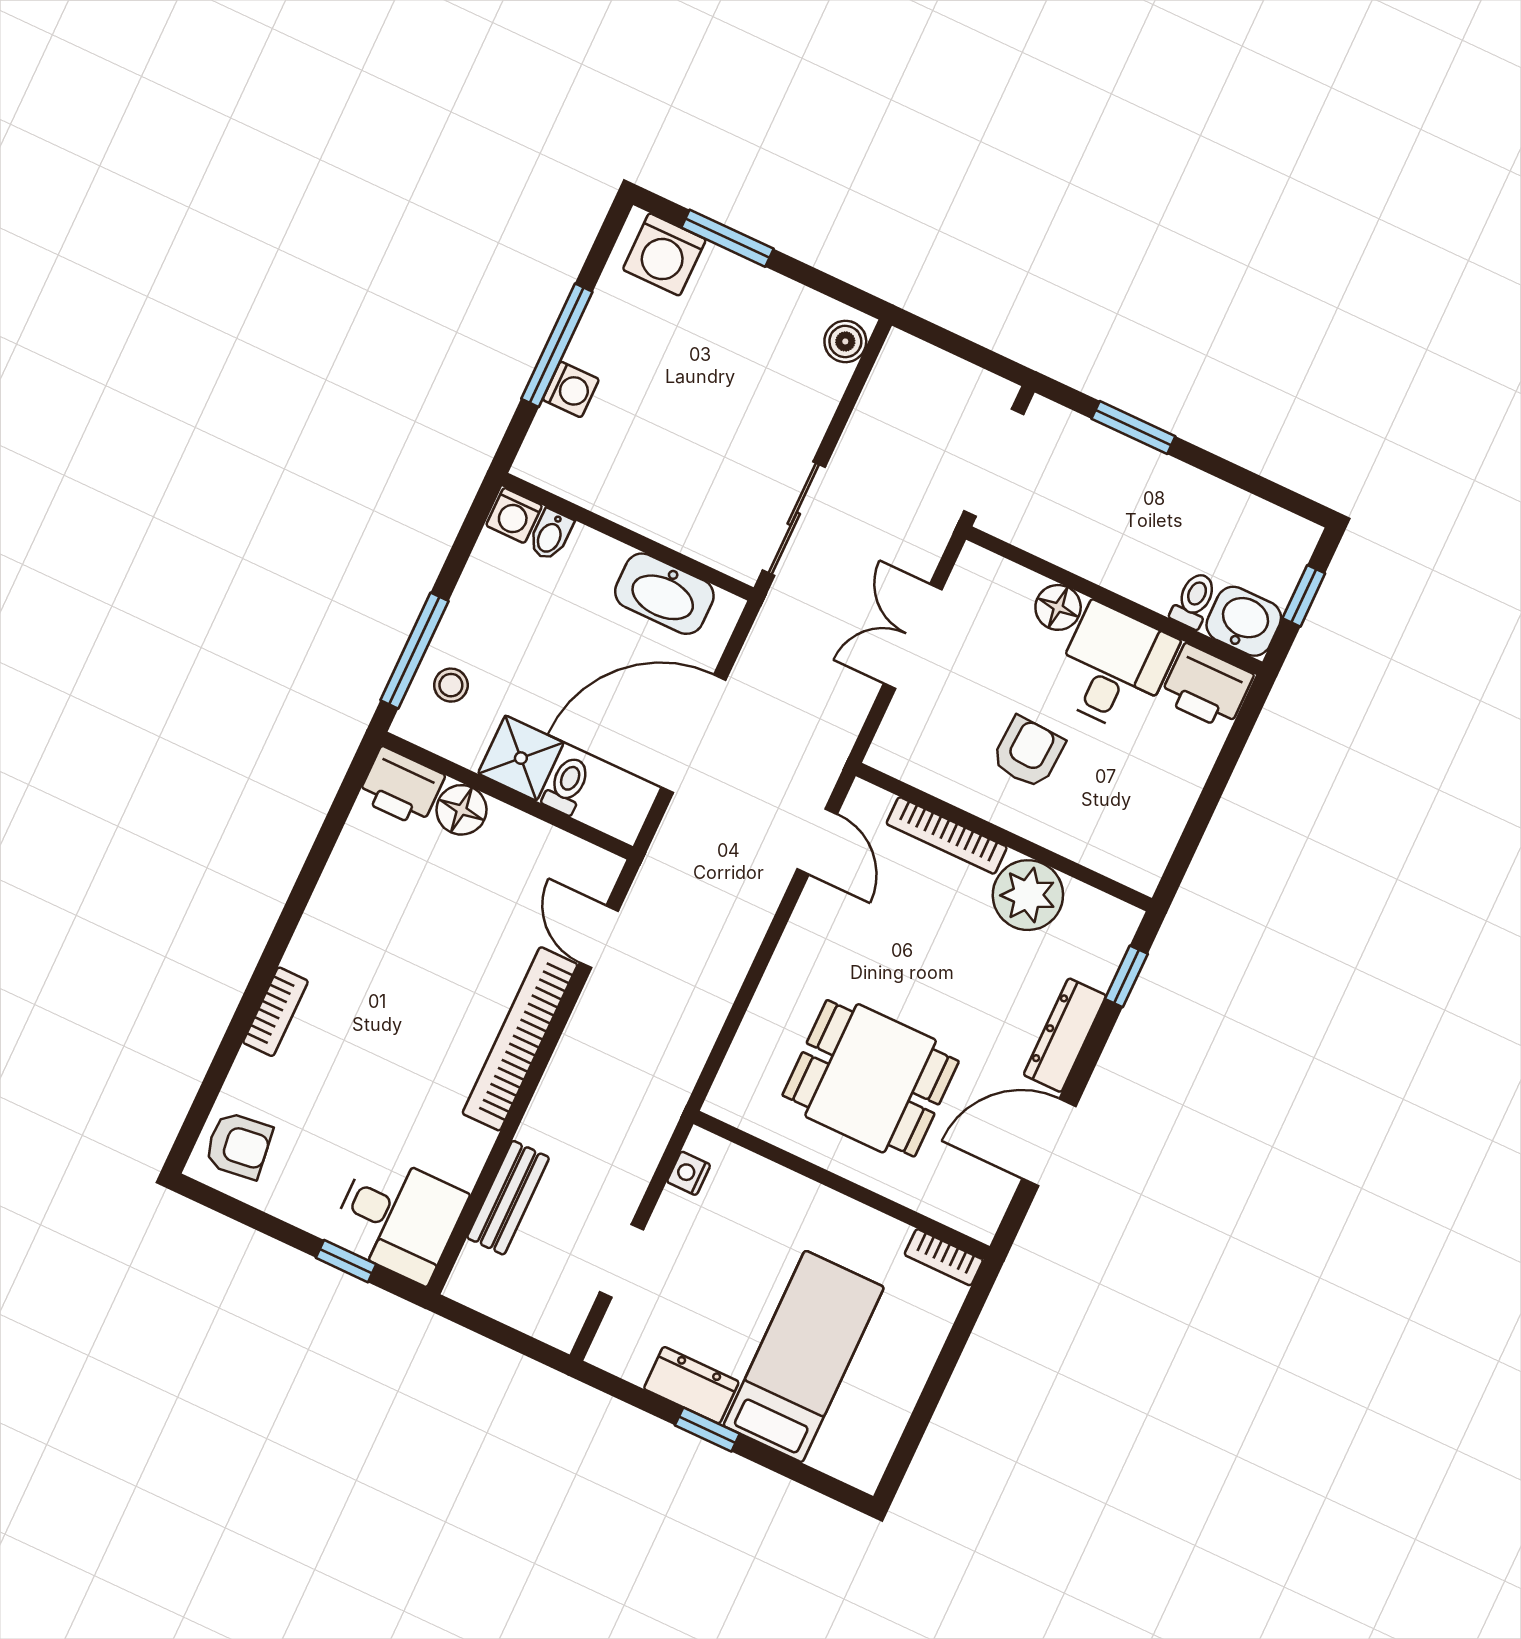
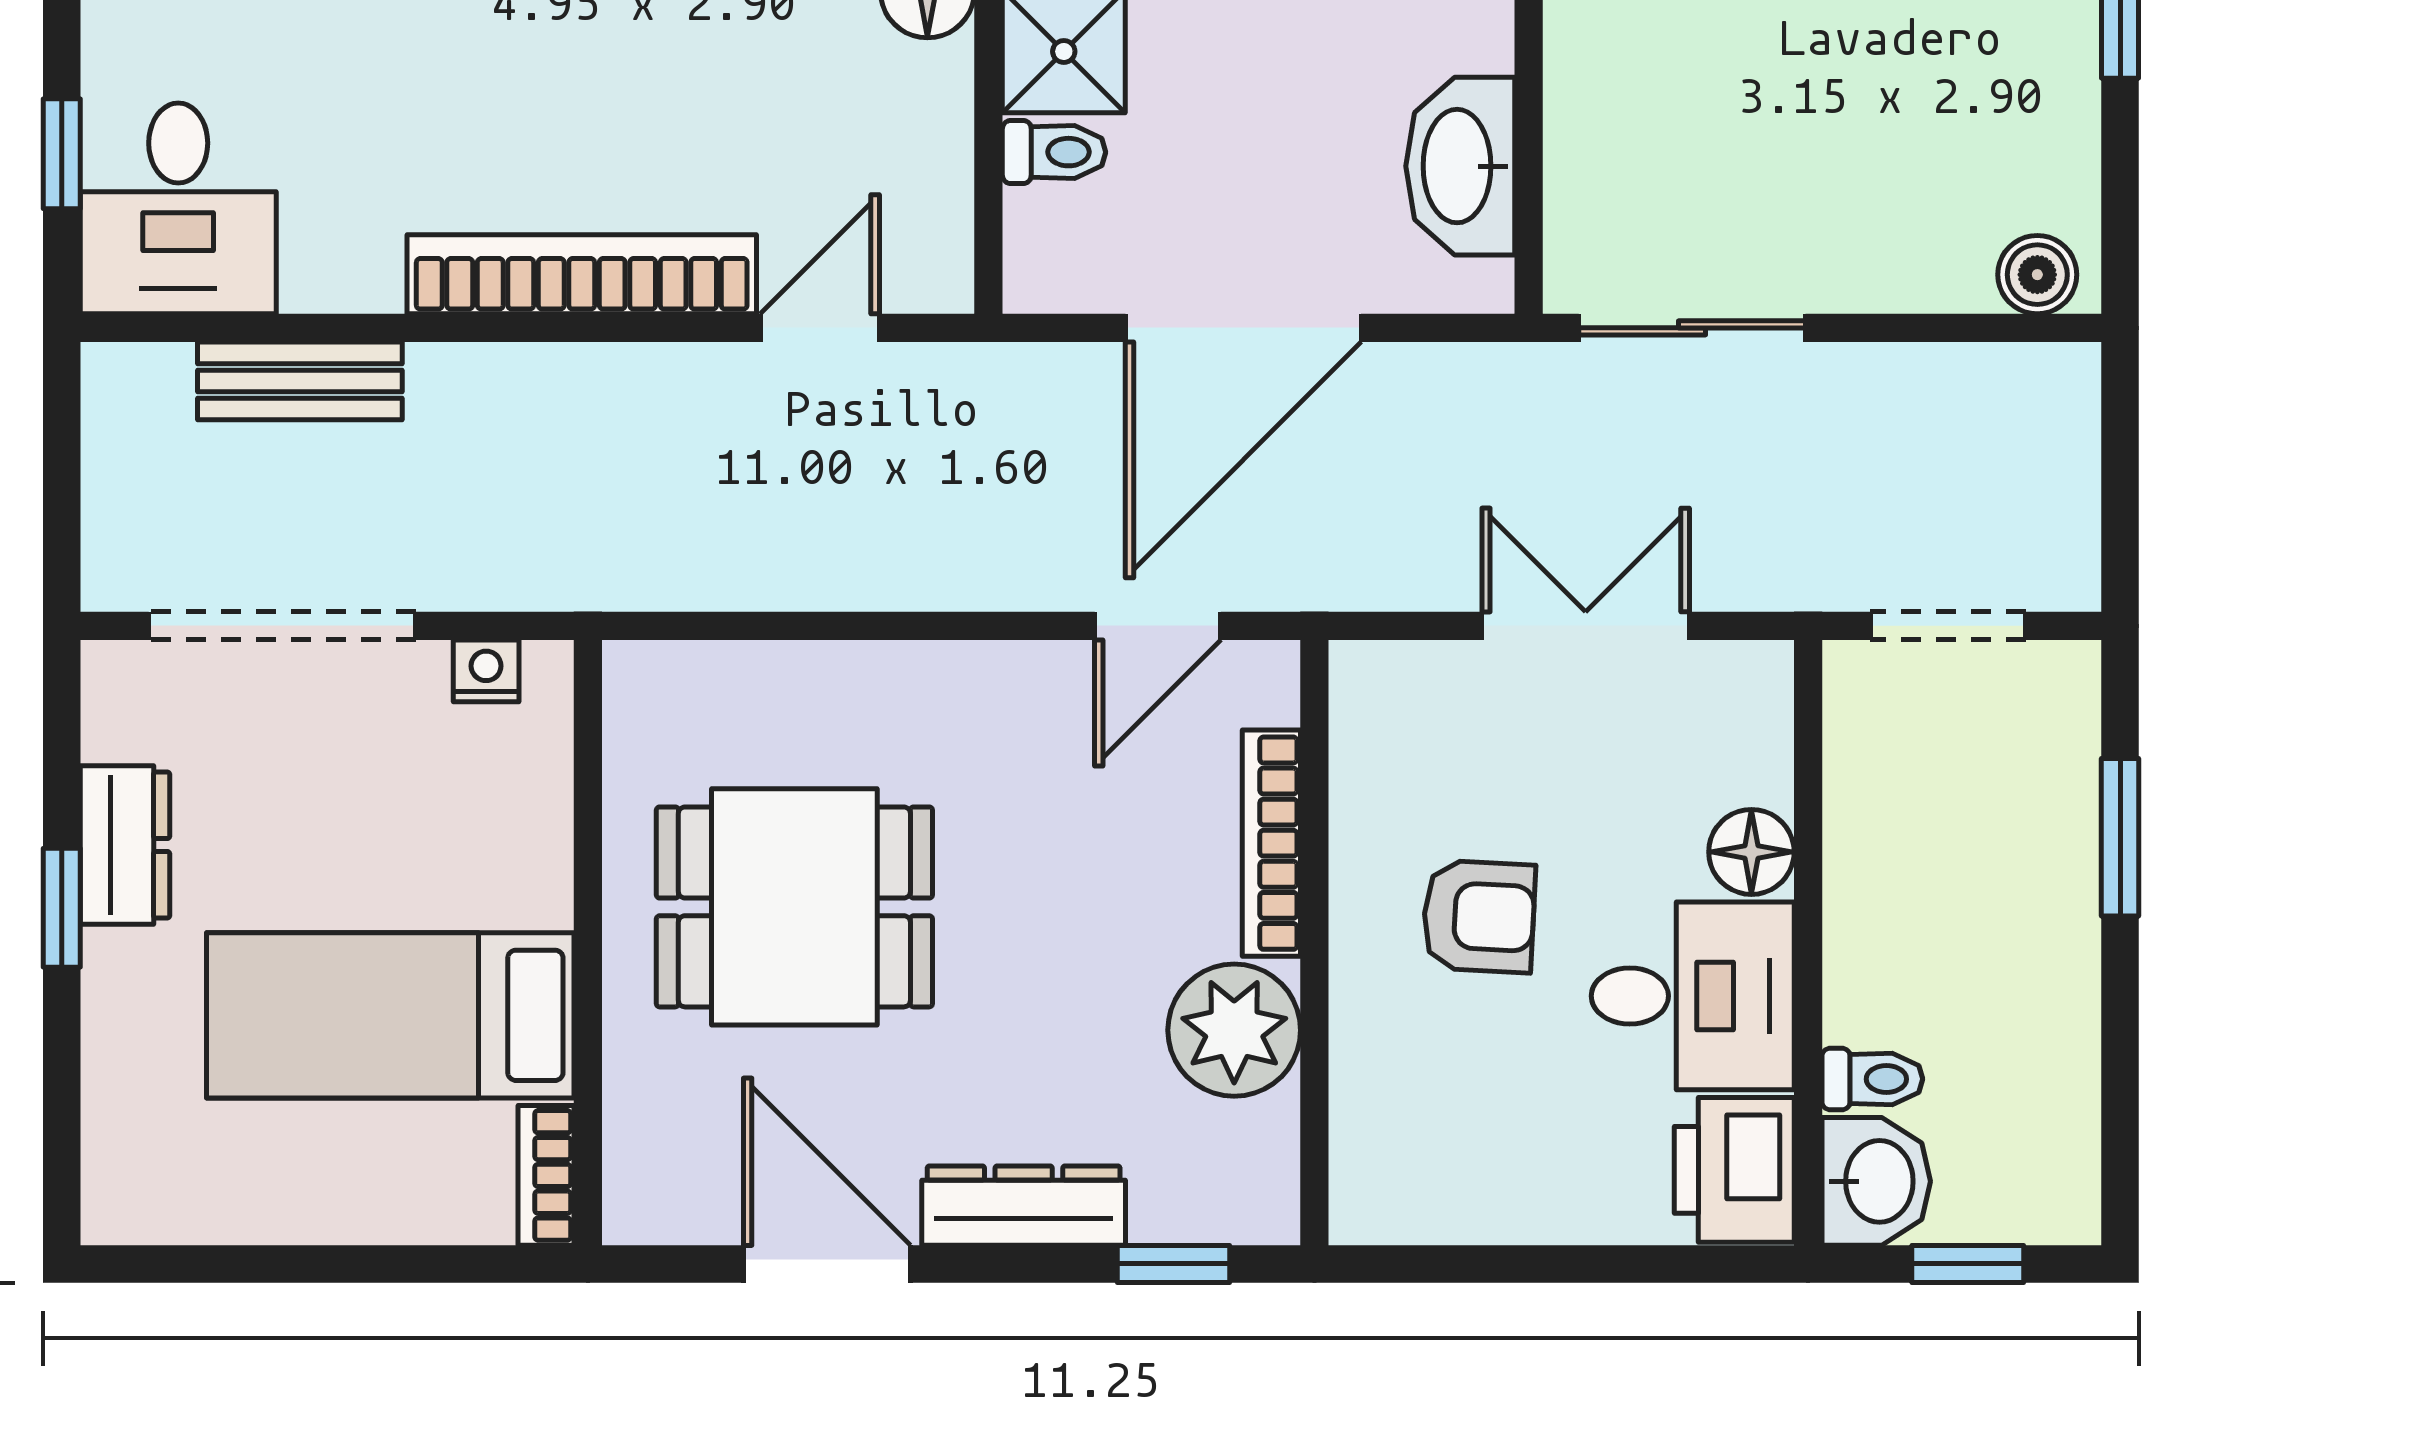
doorway: (994, 463) -> (1948, 626), width x0.73
door: (693, 734) -> (1243, 328), swing flipped
dining table: (871, 1078) -> (794, 907), turned 90
doorway: (621, 1261) -> (282, 626), width x1.88
bed: (804, 1356) -> (390, 1015), moved, turned 180

